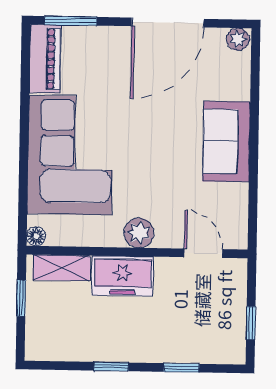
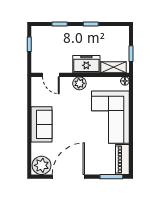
plant: (238, 39) -> (42, 165), width x1.87, depth x1.87

